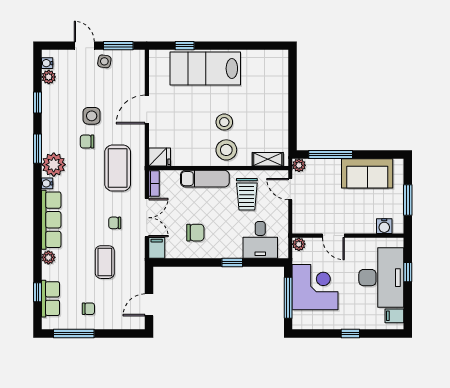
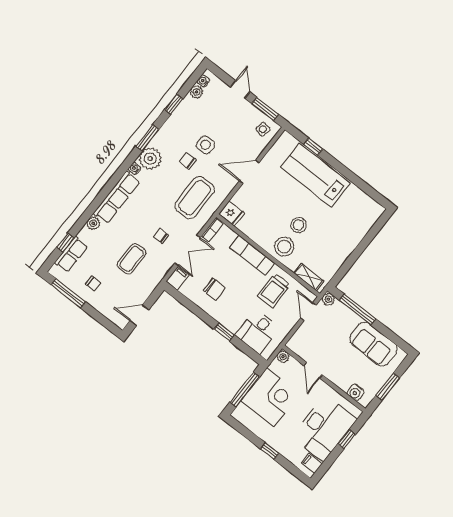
side table: (104, 61) -> (263, 129), moved

